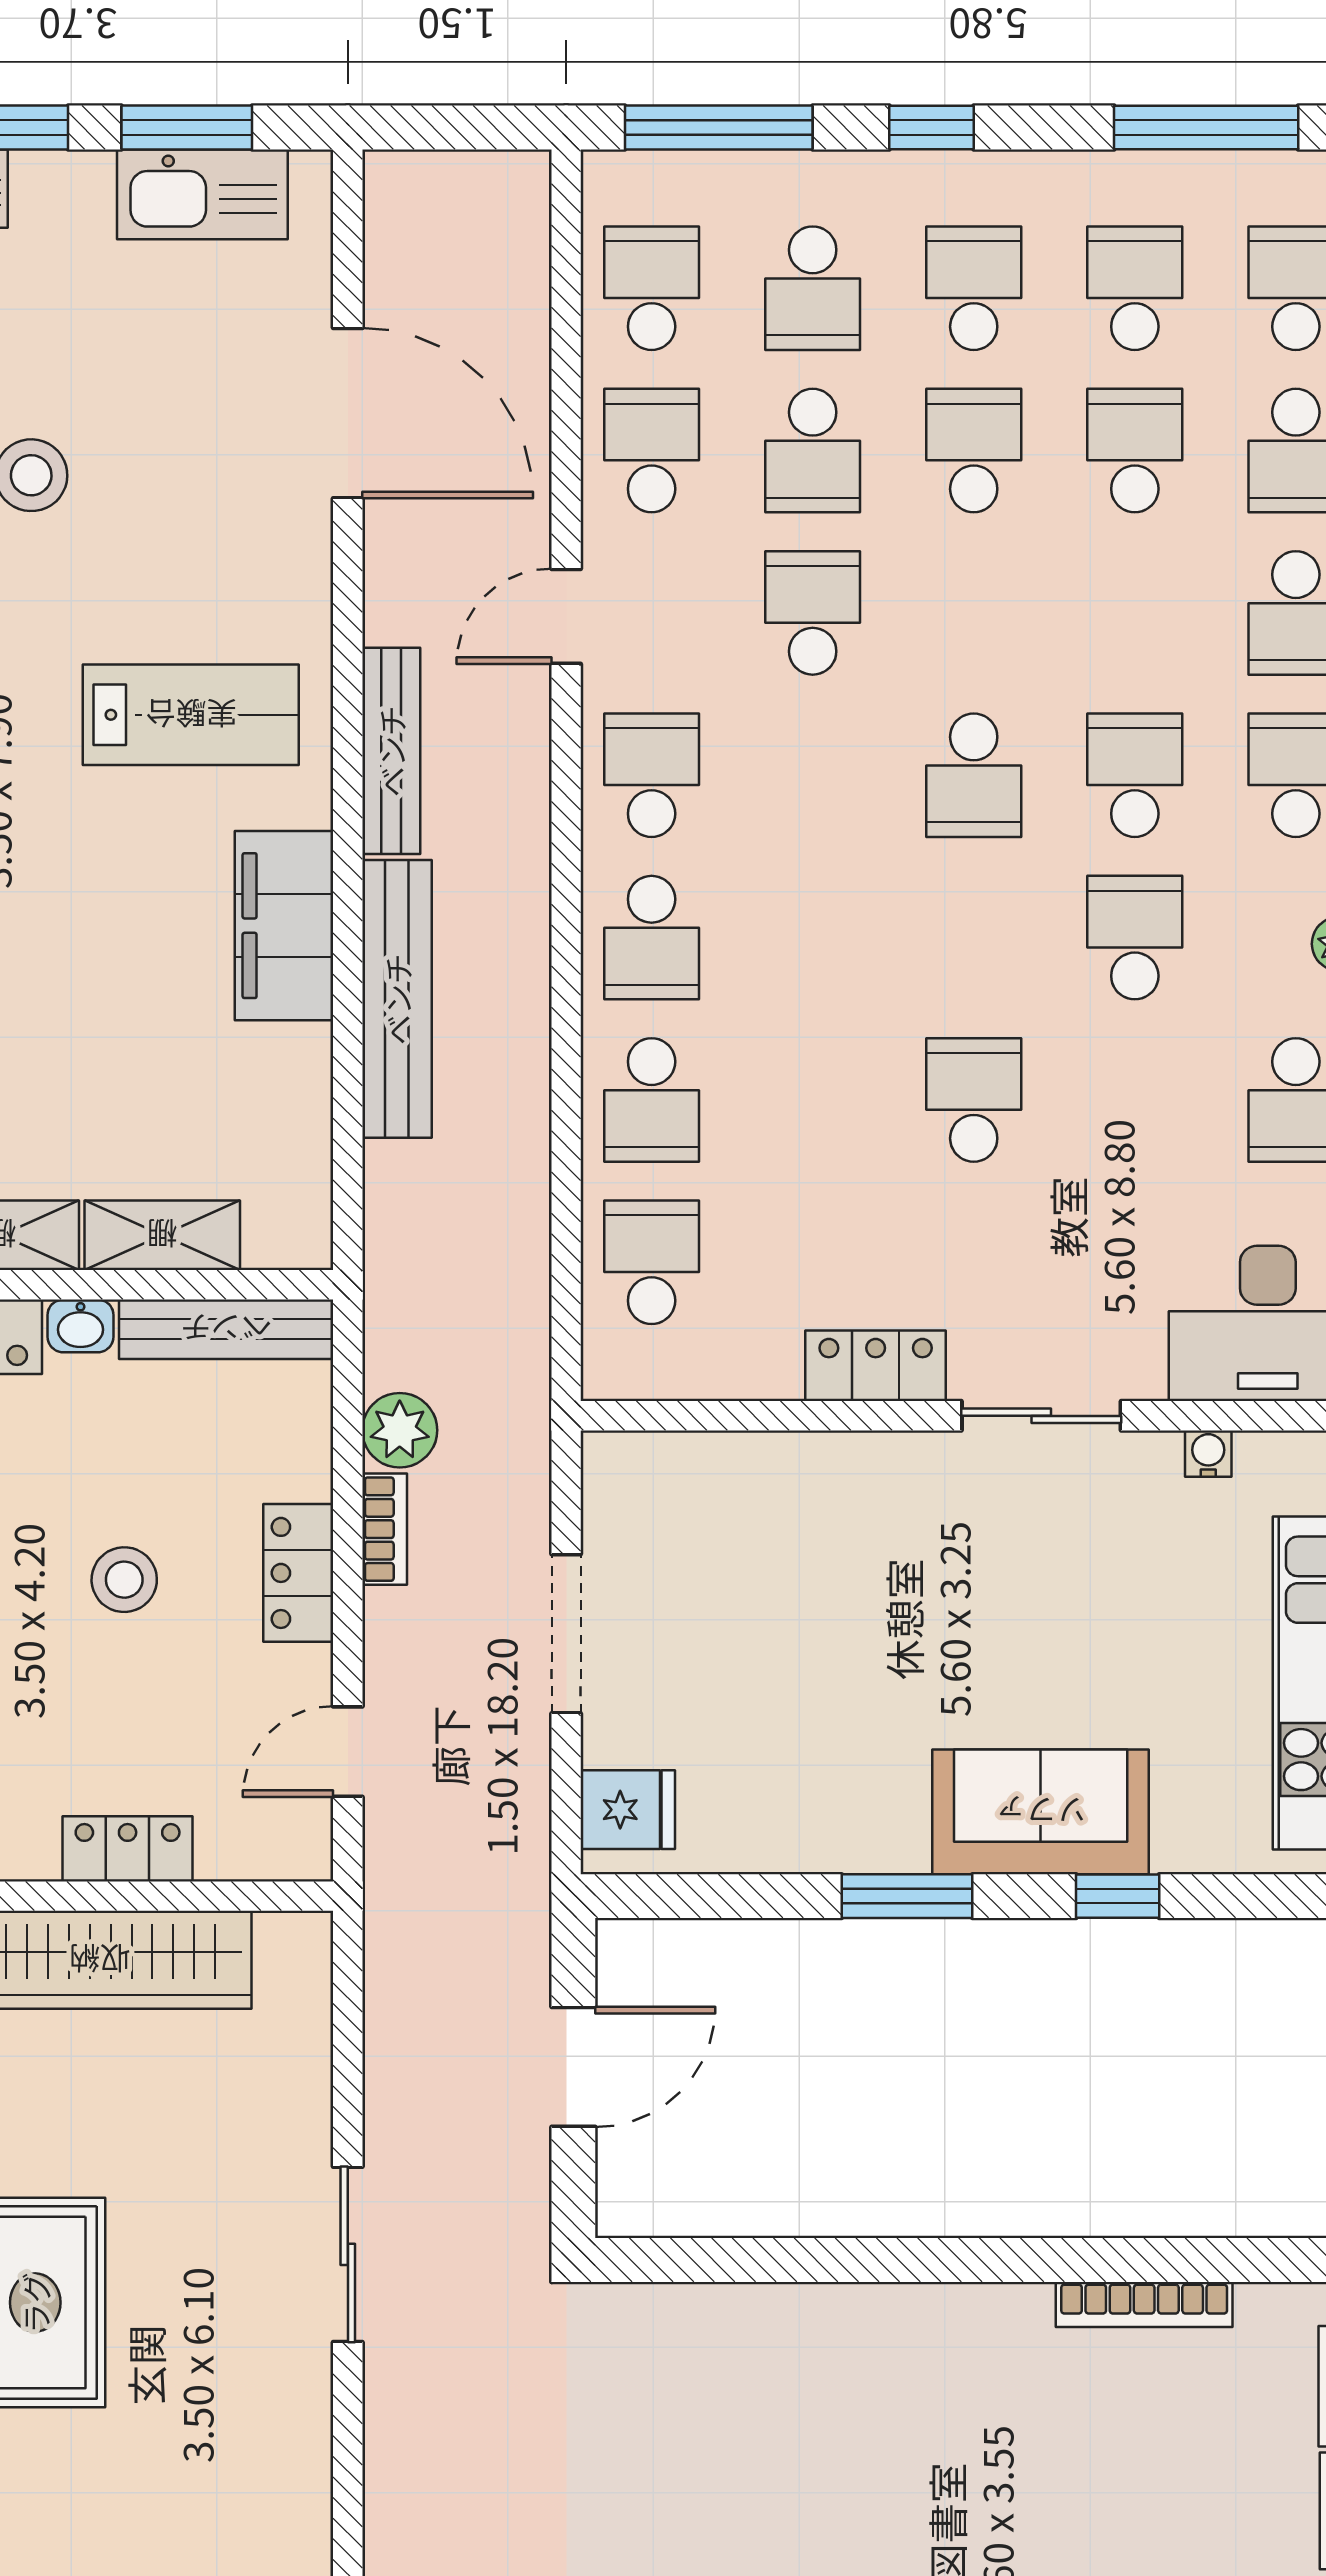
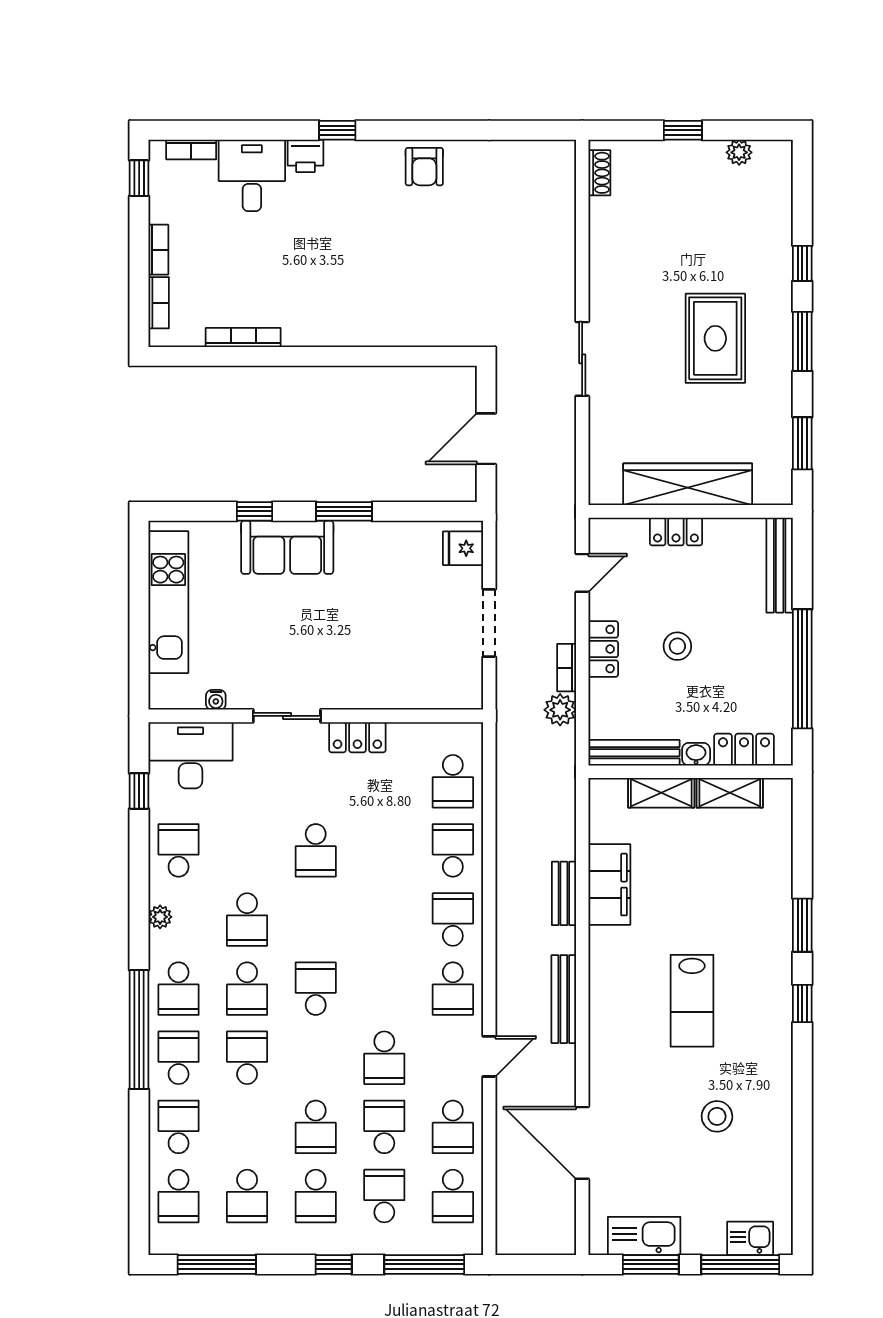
school desk: (1135, 451) -> (247, 1058), moved, turned 180
lab bench: (191, 715) -> (692, 1001), moved, turned -90
filing cabinet: (284, 926) -> (609, 885), moved
bench: (397, 999) -> (564, 893), width x0.54, depth x0.82

